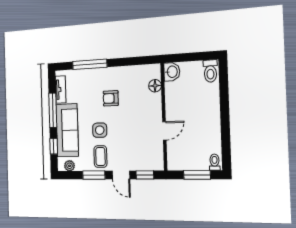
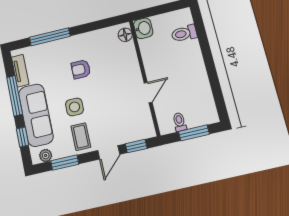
toilet: (210, 71) -> (184, 33), moved, turned 90
floor lamp: (155, 86) -> (125, 35), moved
toilet: (215, 162) -> (179, 122), moved
window: (94, 175) -> (65, 163), moved
door: (121, 175) -> (109, 152), hinge flipped

